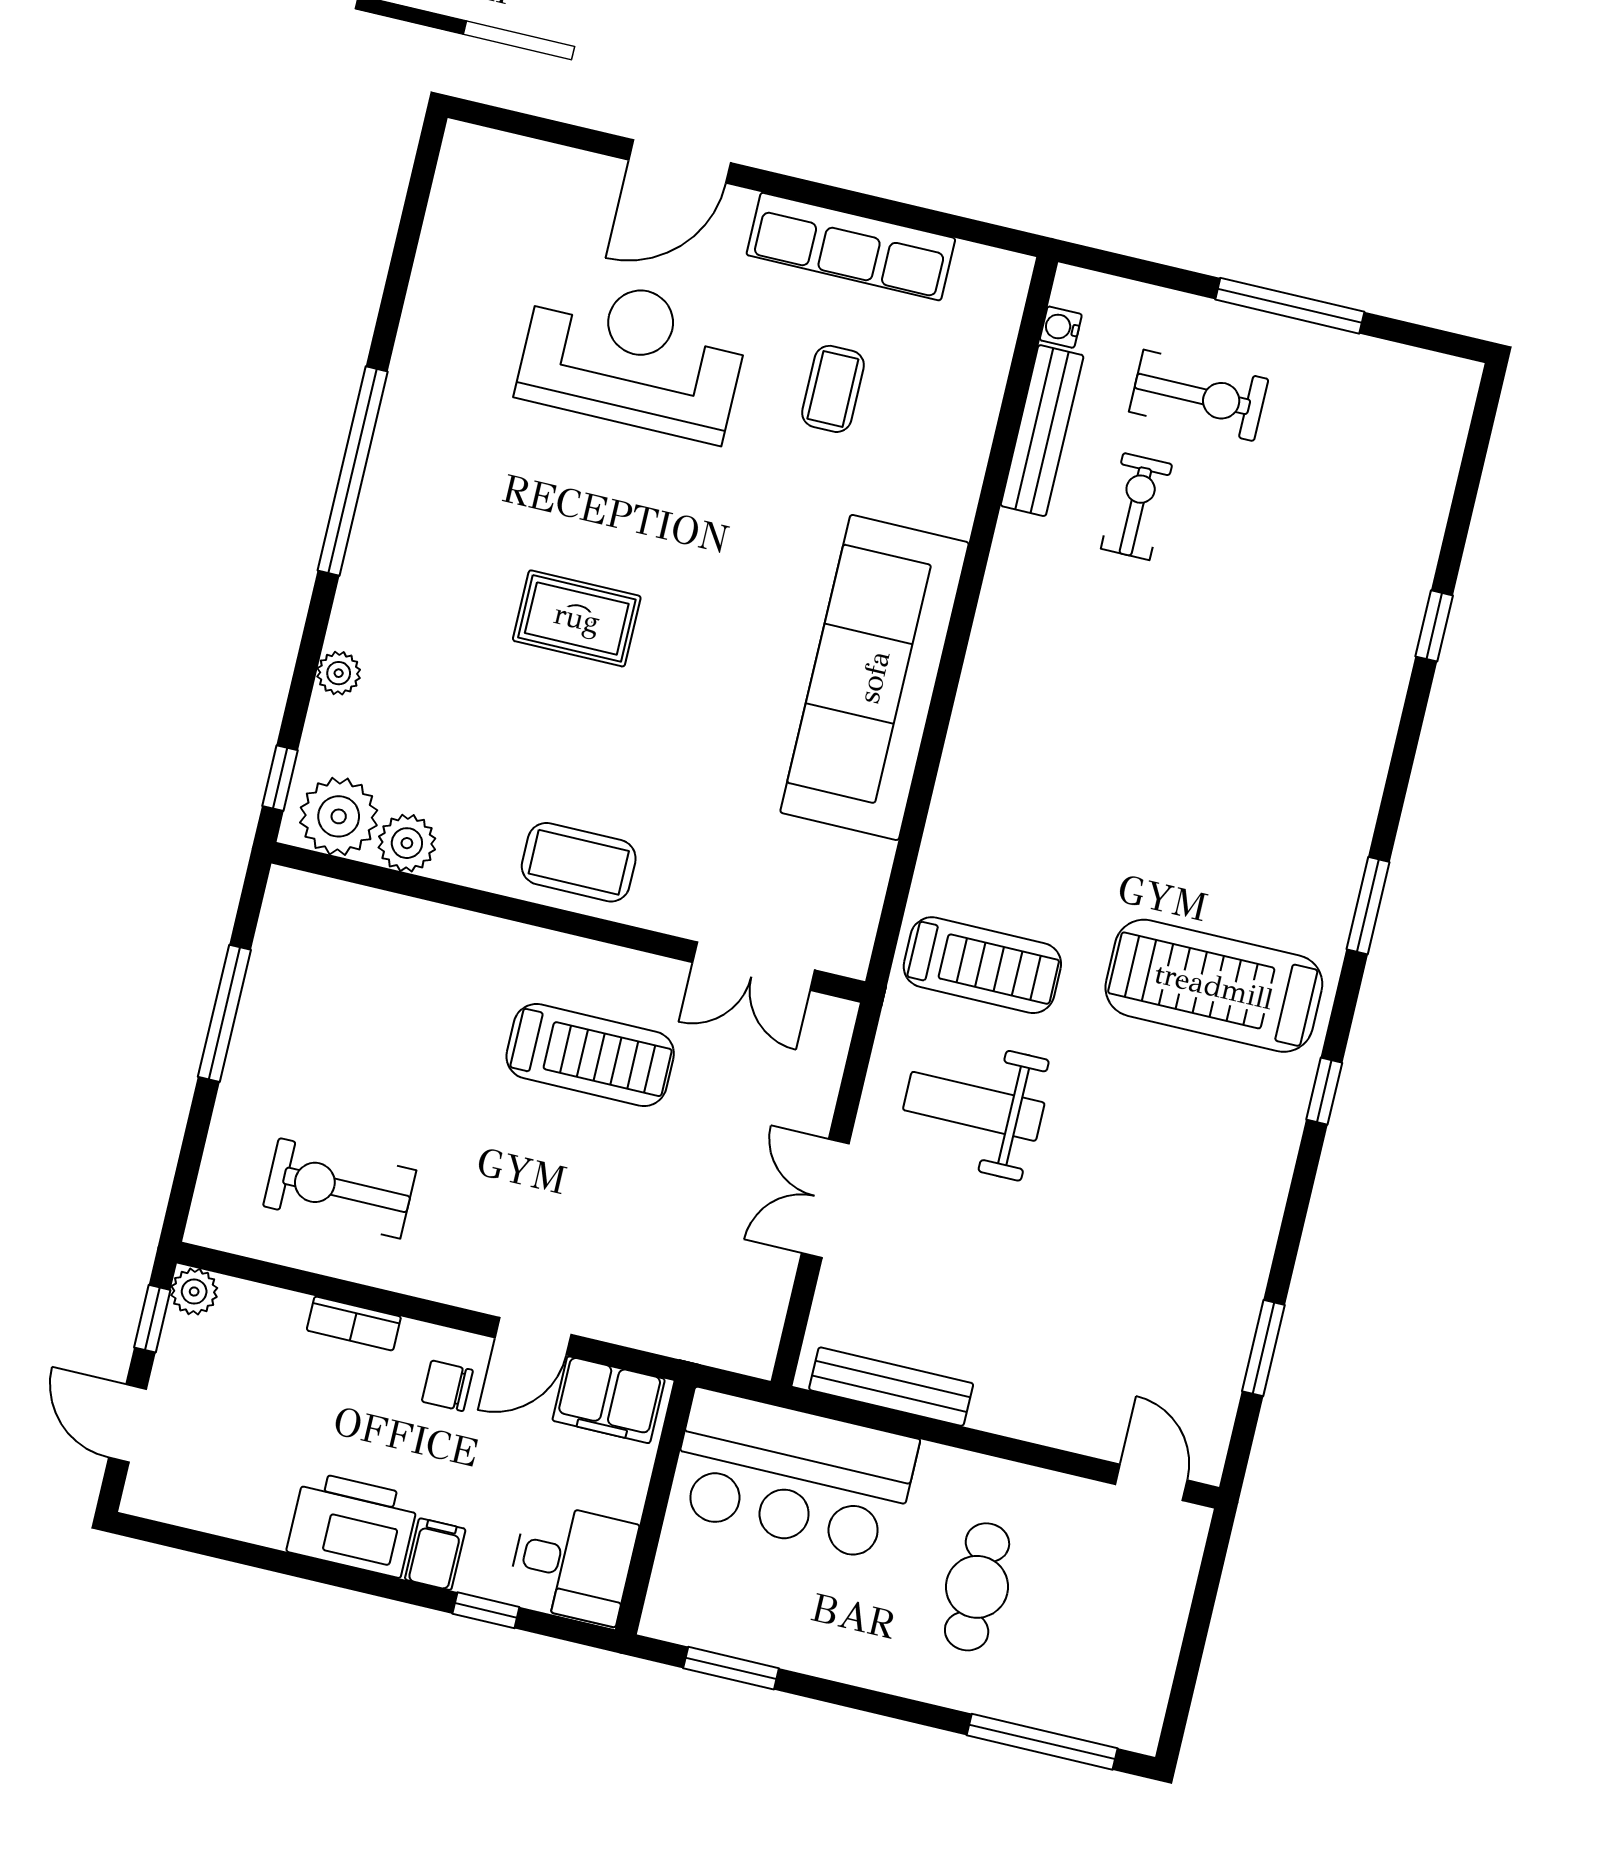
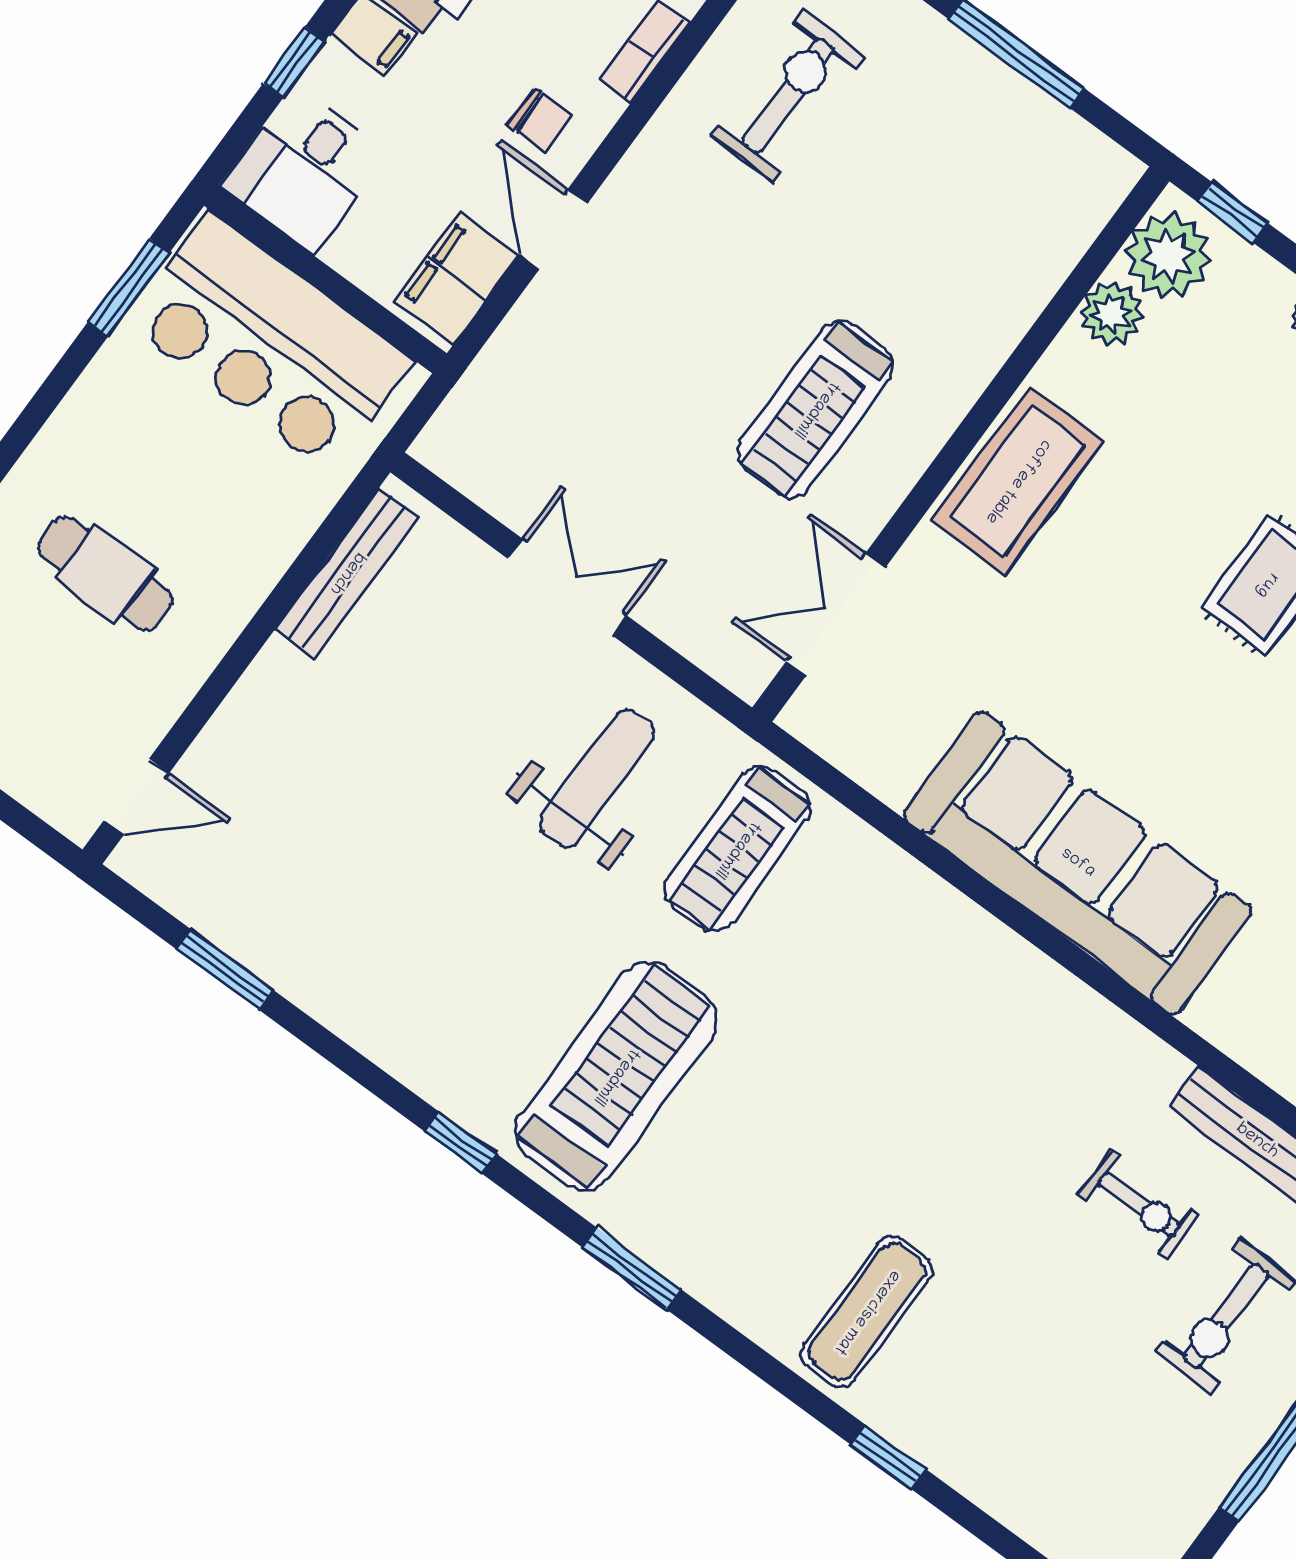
exercise mat: (1321, 695) -> (867, 1312), added
coffee table: (579, 862) -> (1018, 481), width x1.36, depth x1.32
chair: (447, 1386) -> (540, 120), turned 89
bar counter: (793, 1475) -> (269, 342), moved, turned -90

